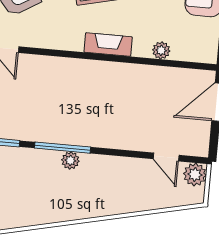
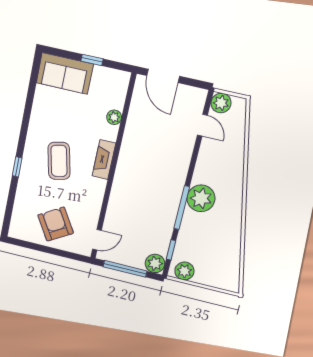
door: (166, 157) -> (202, 125), hinge flipped
plant: (70, 161) -> (201, 198), width x1.87, depth x1.87

